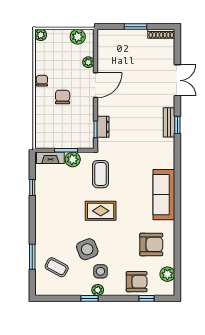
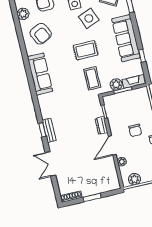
dresser: (103, 127) -> (101, 126), moved
sofa: (47, 214) -> (126, 38), added
armchair: (151, 244) -> (41, 34), turned -116

